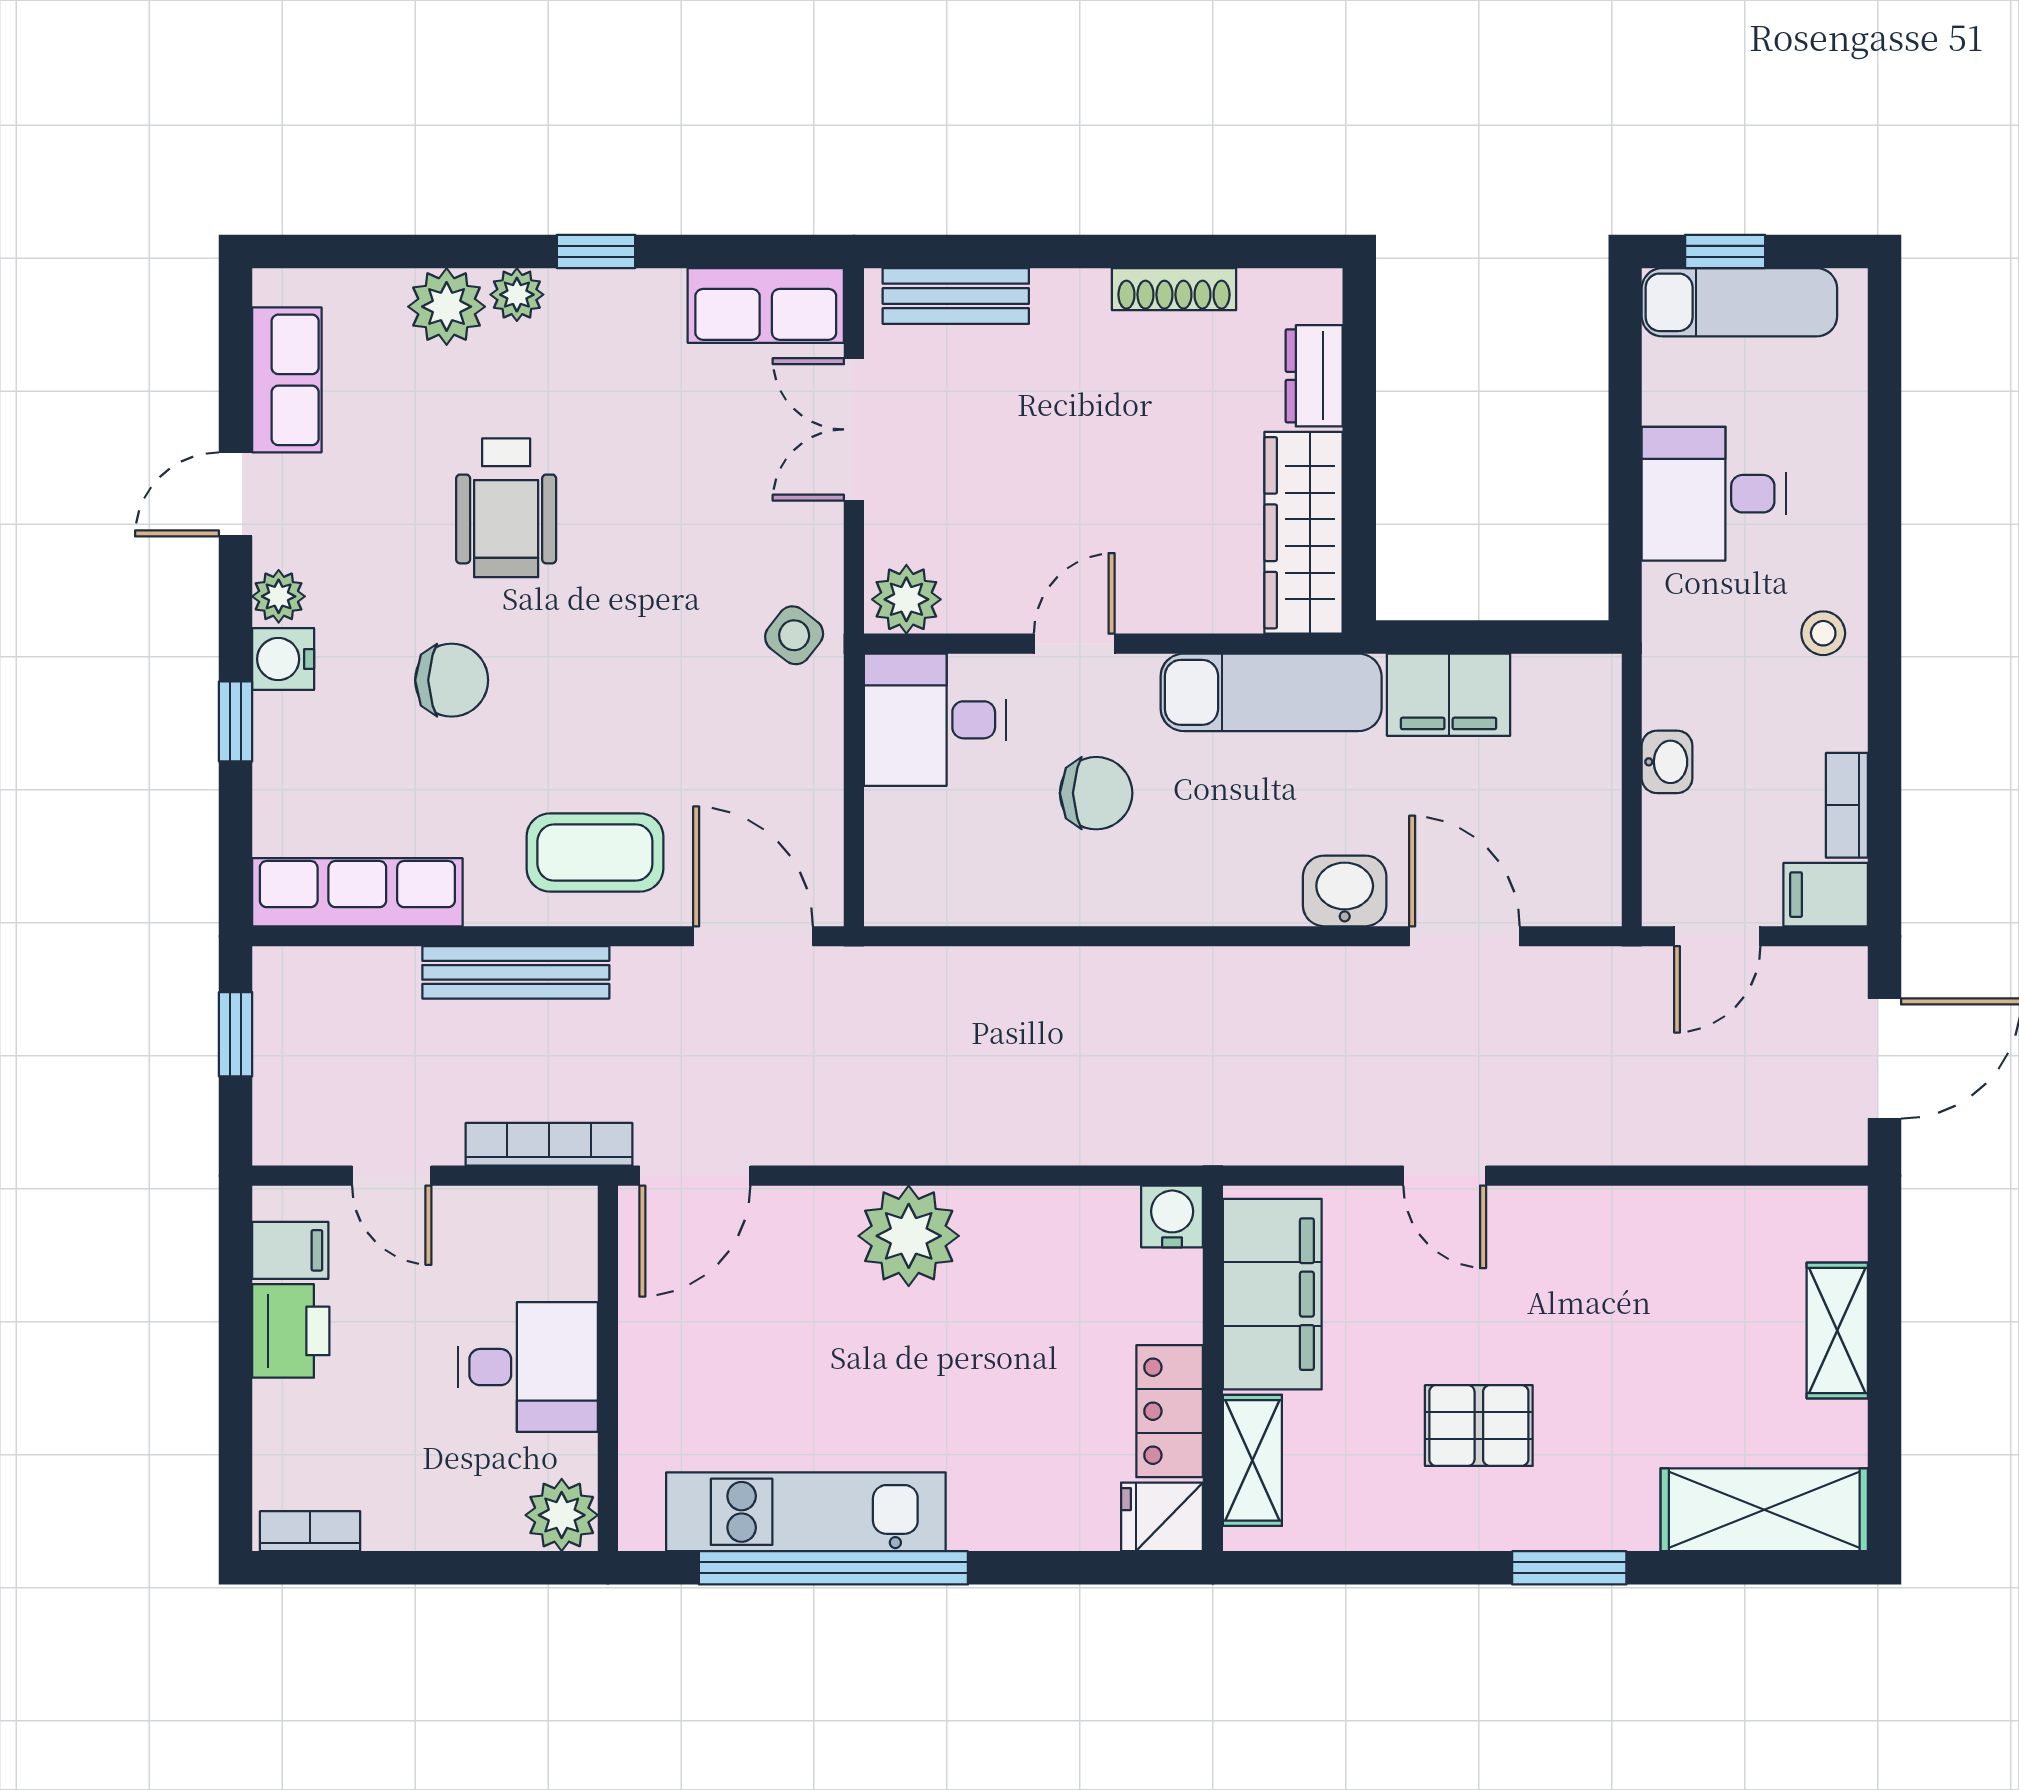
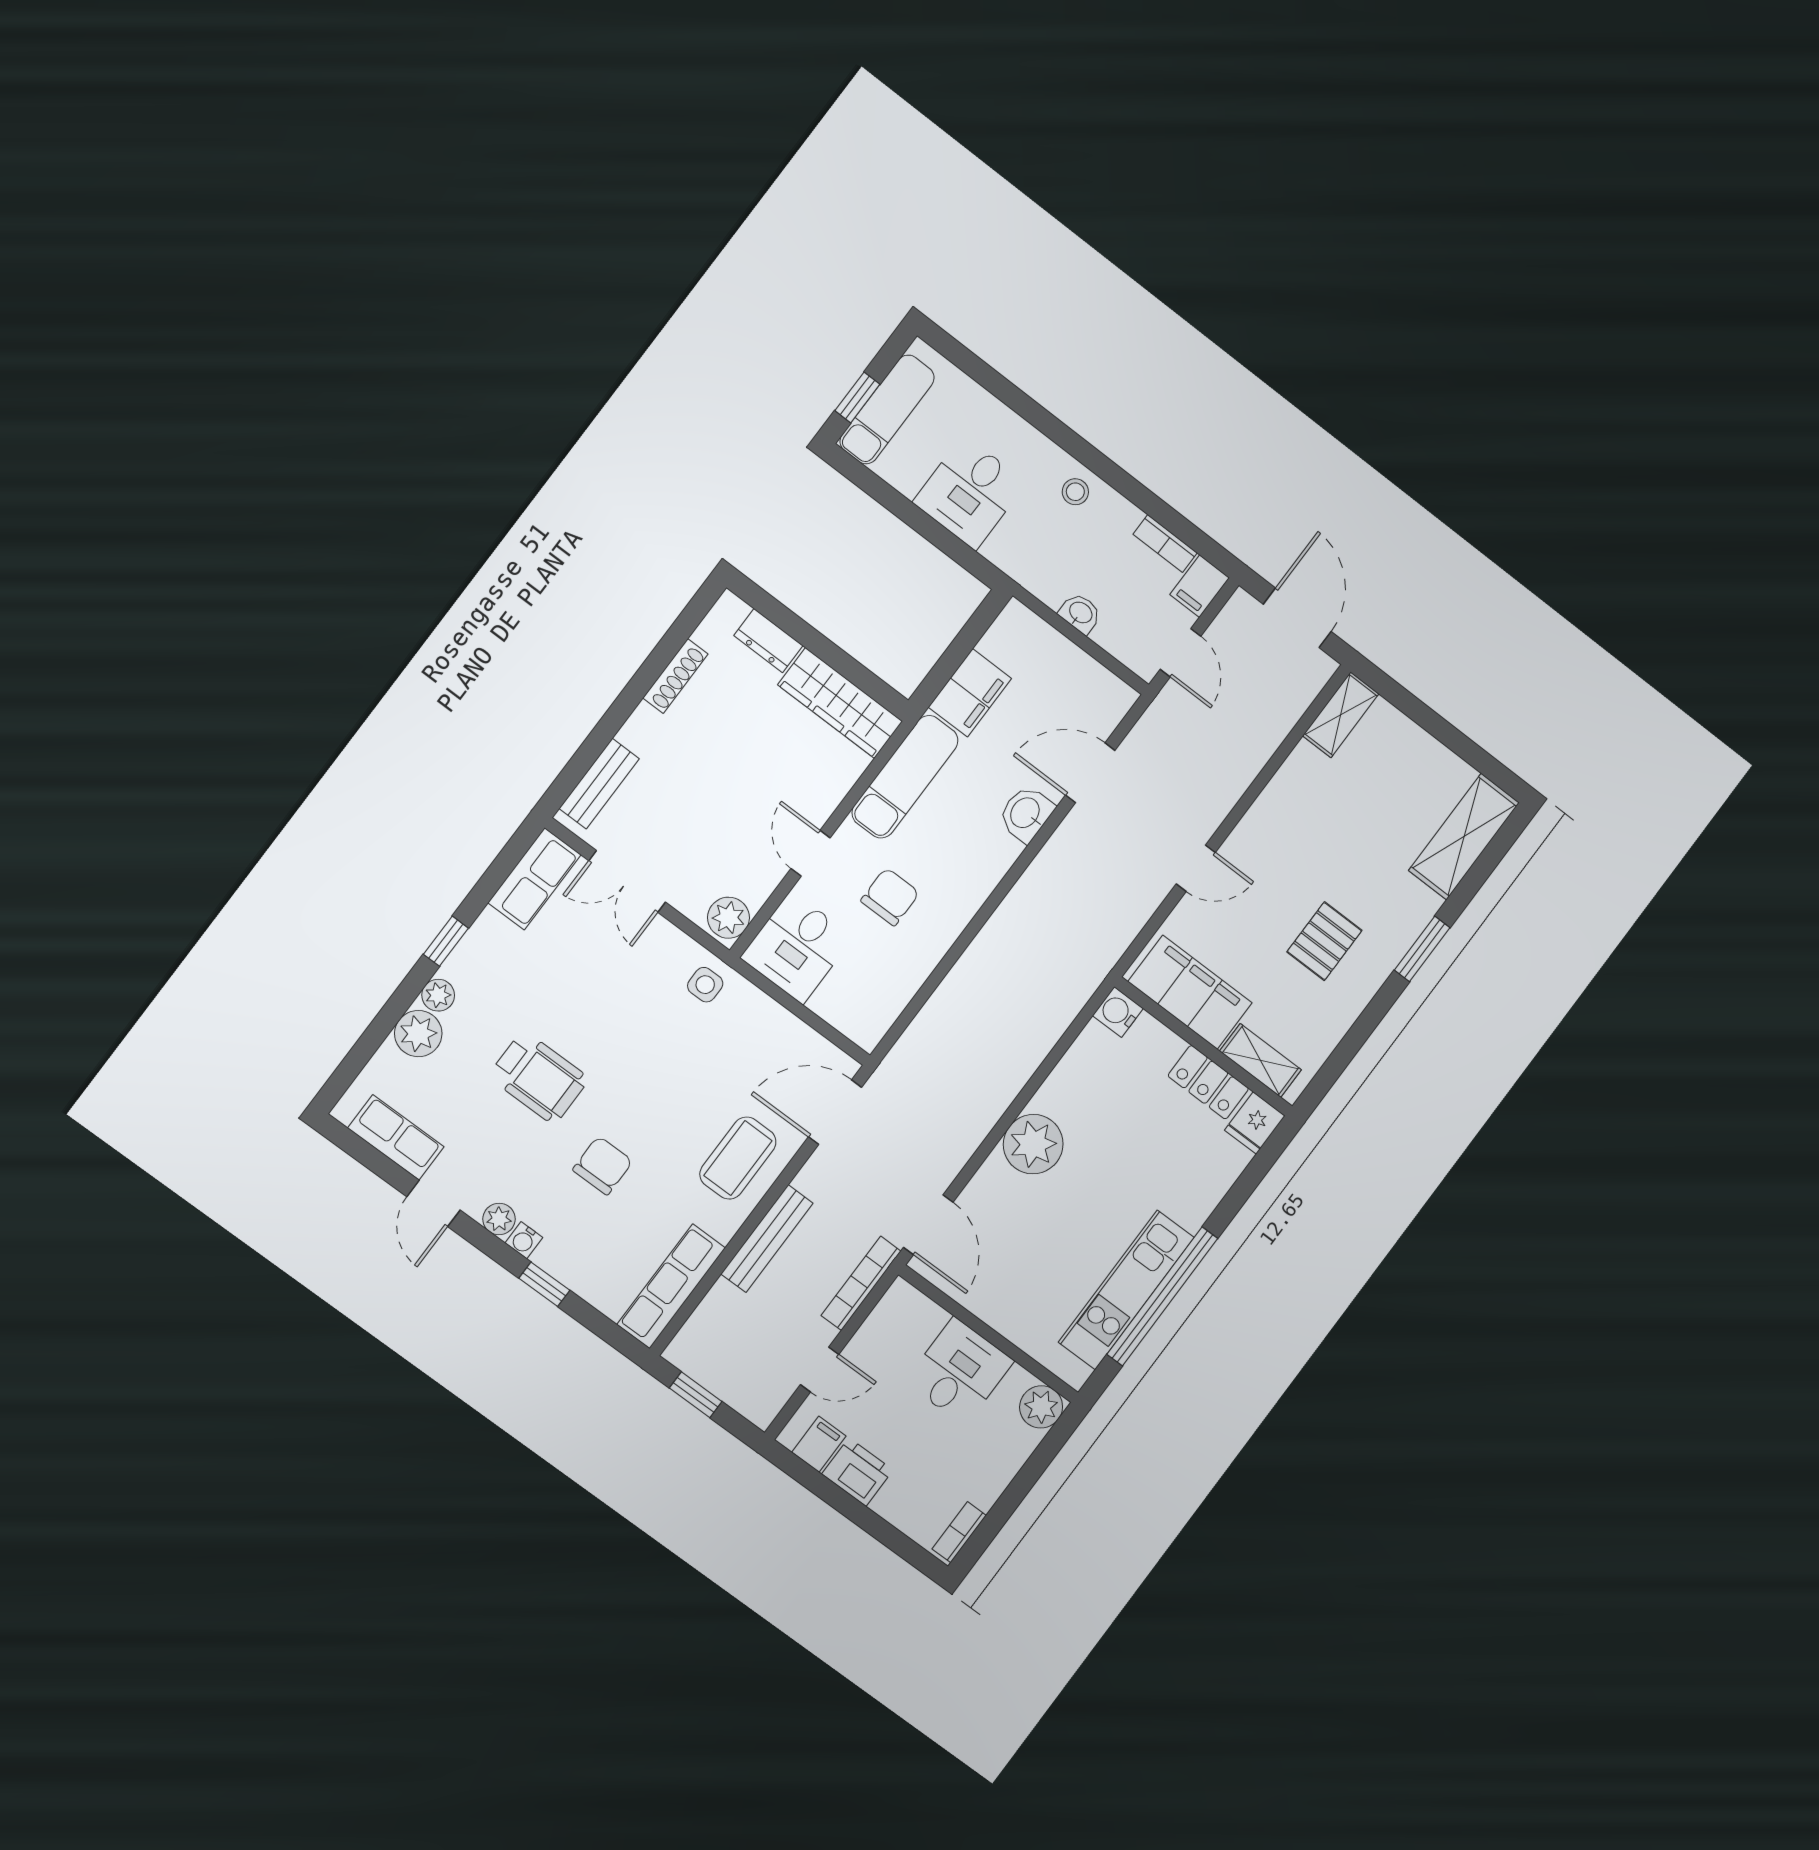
side table: (794, 635) -> (705, 985), turned -38
water cooler: (283, 659) -> (524, 1240), width x0.72, depth x0.72
shelving: (1837, 1330) -> (1341, 715), moved, turned 90

